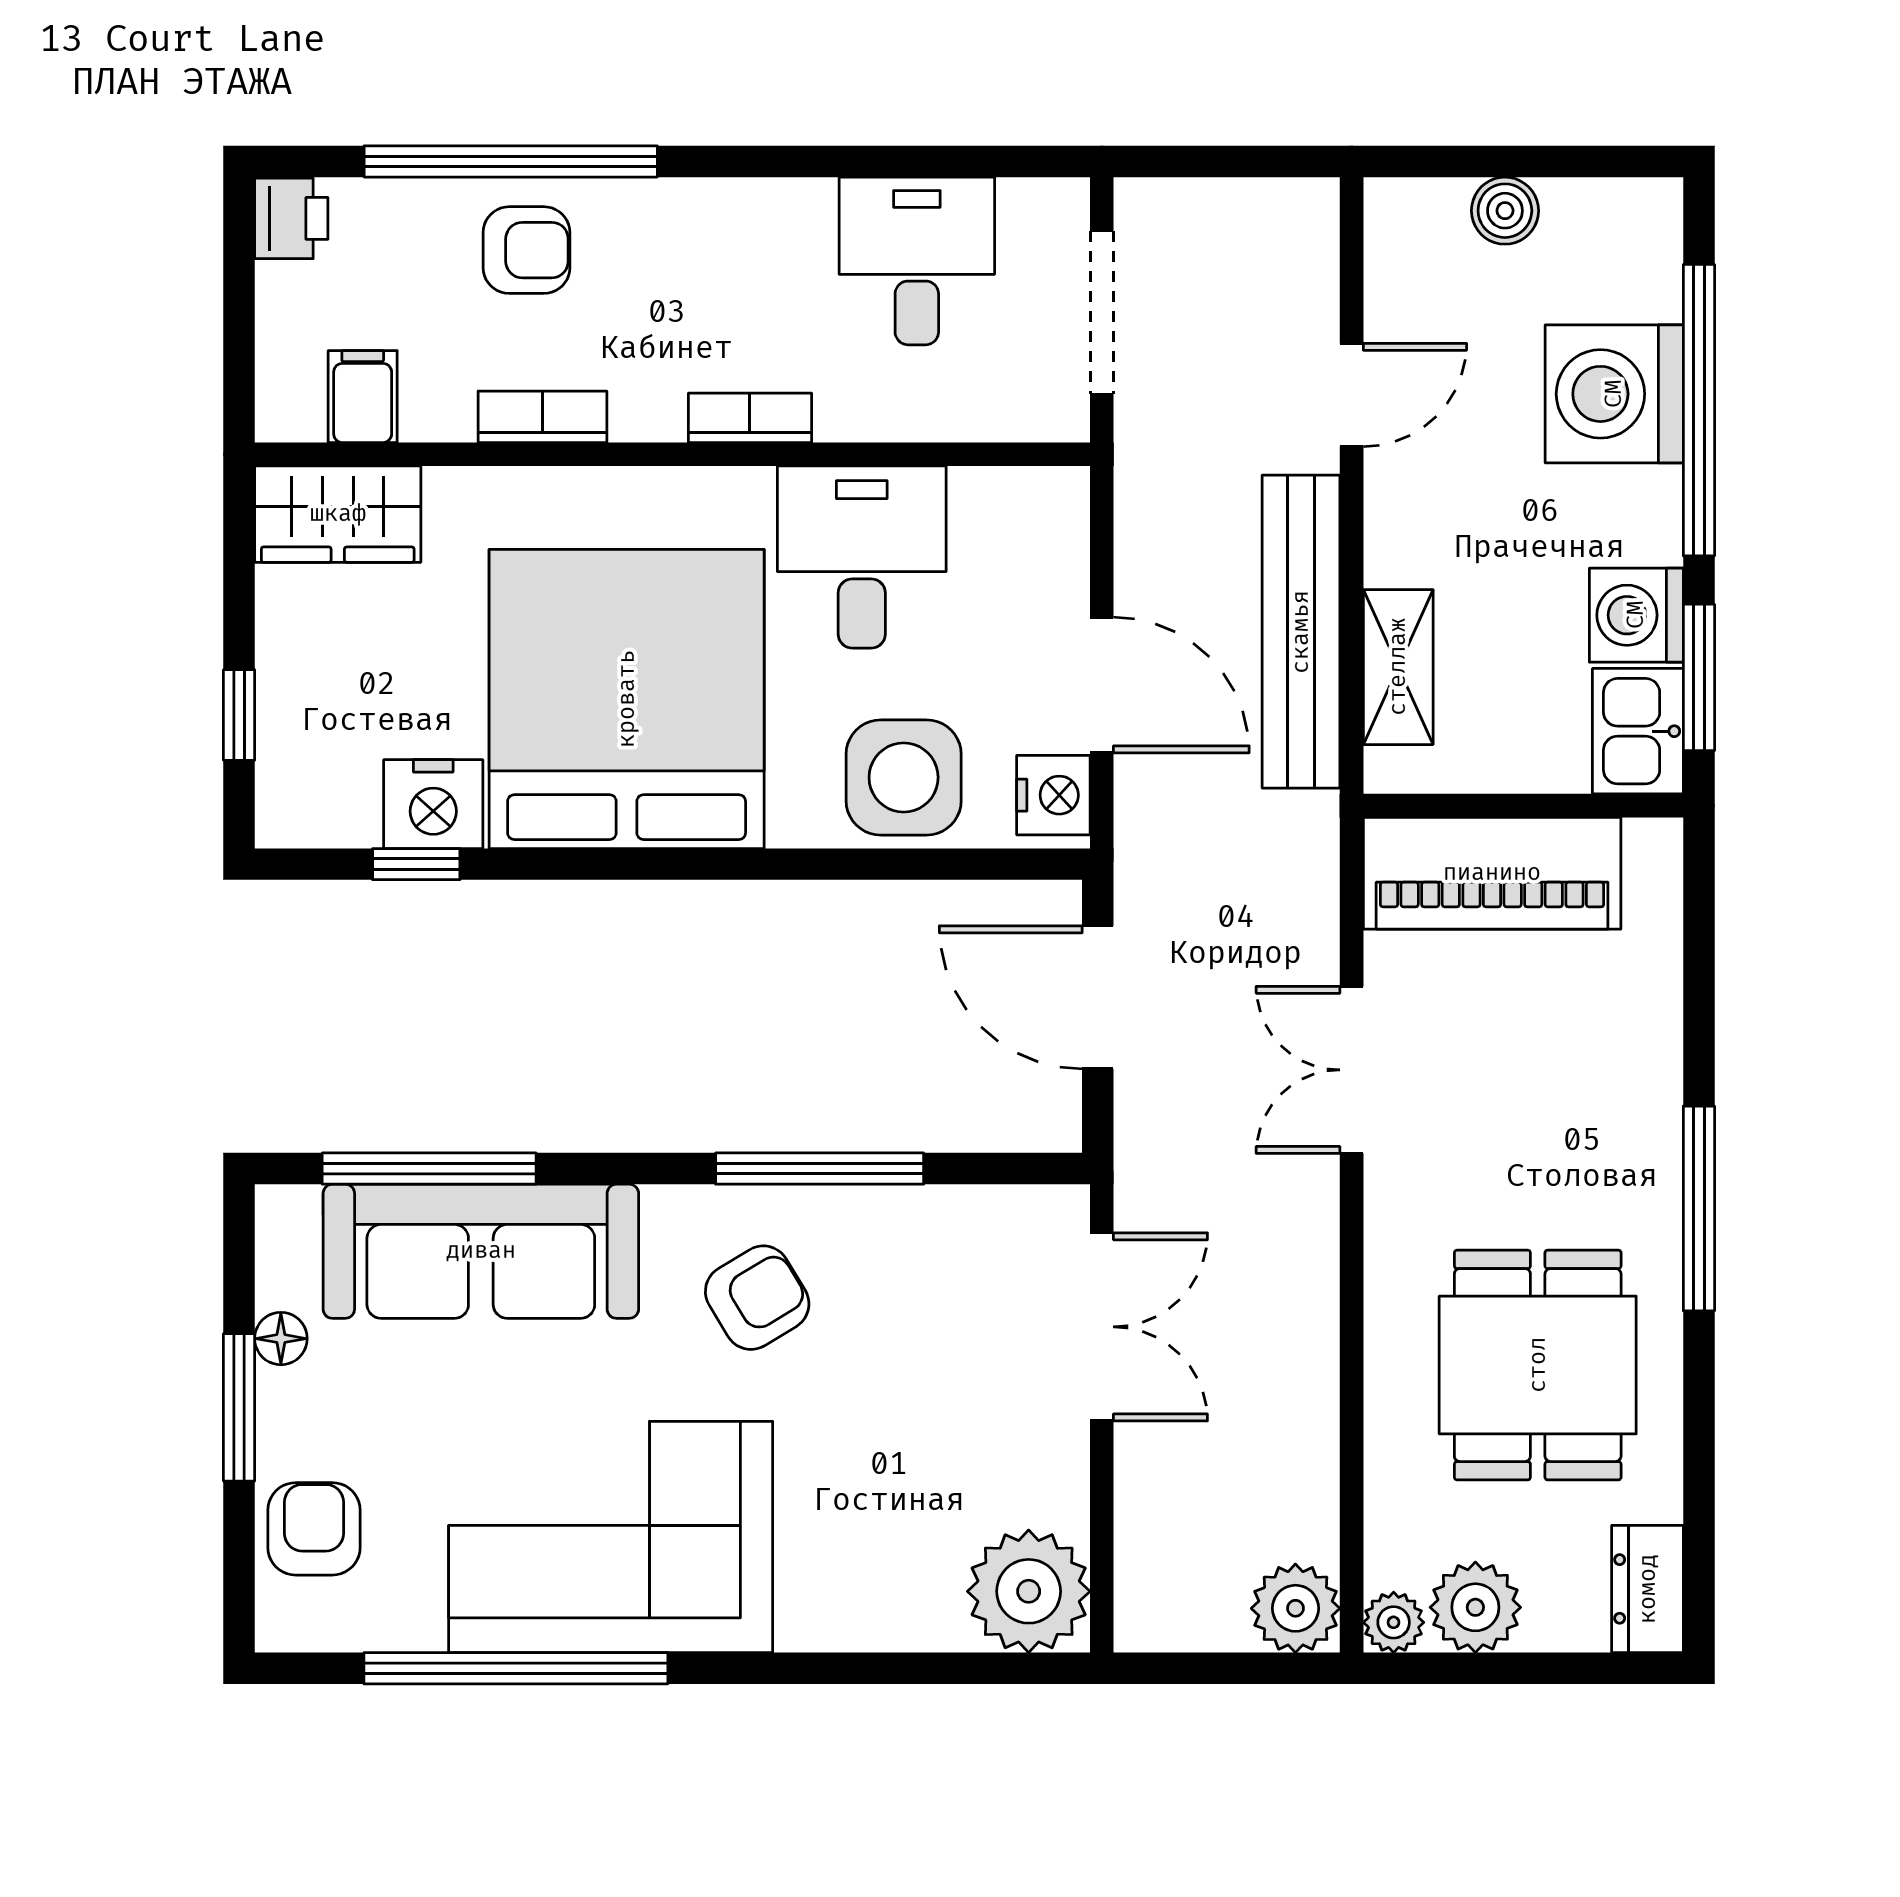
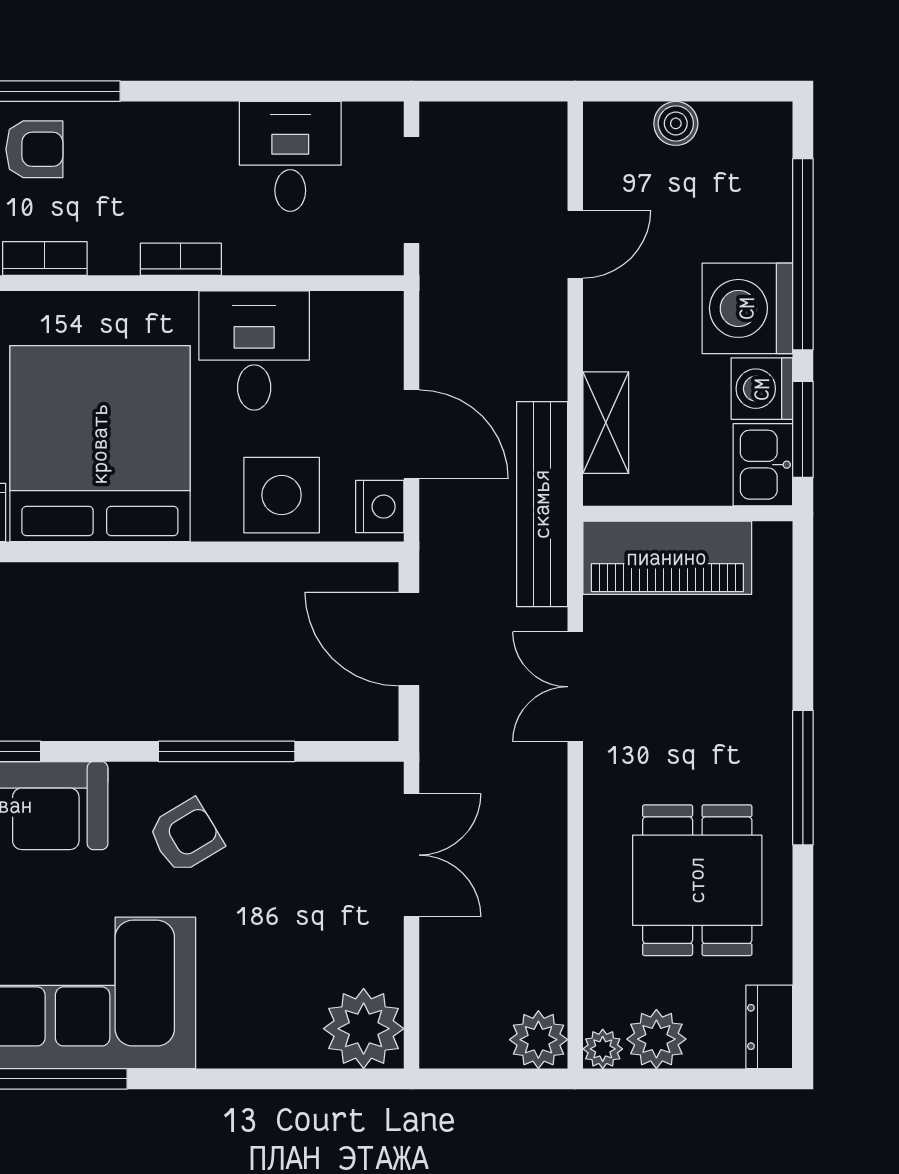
washing machine: (1614, 394) -> (747, 308), moved
bench: (1301, 632) -> (542, 504), moved

